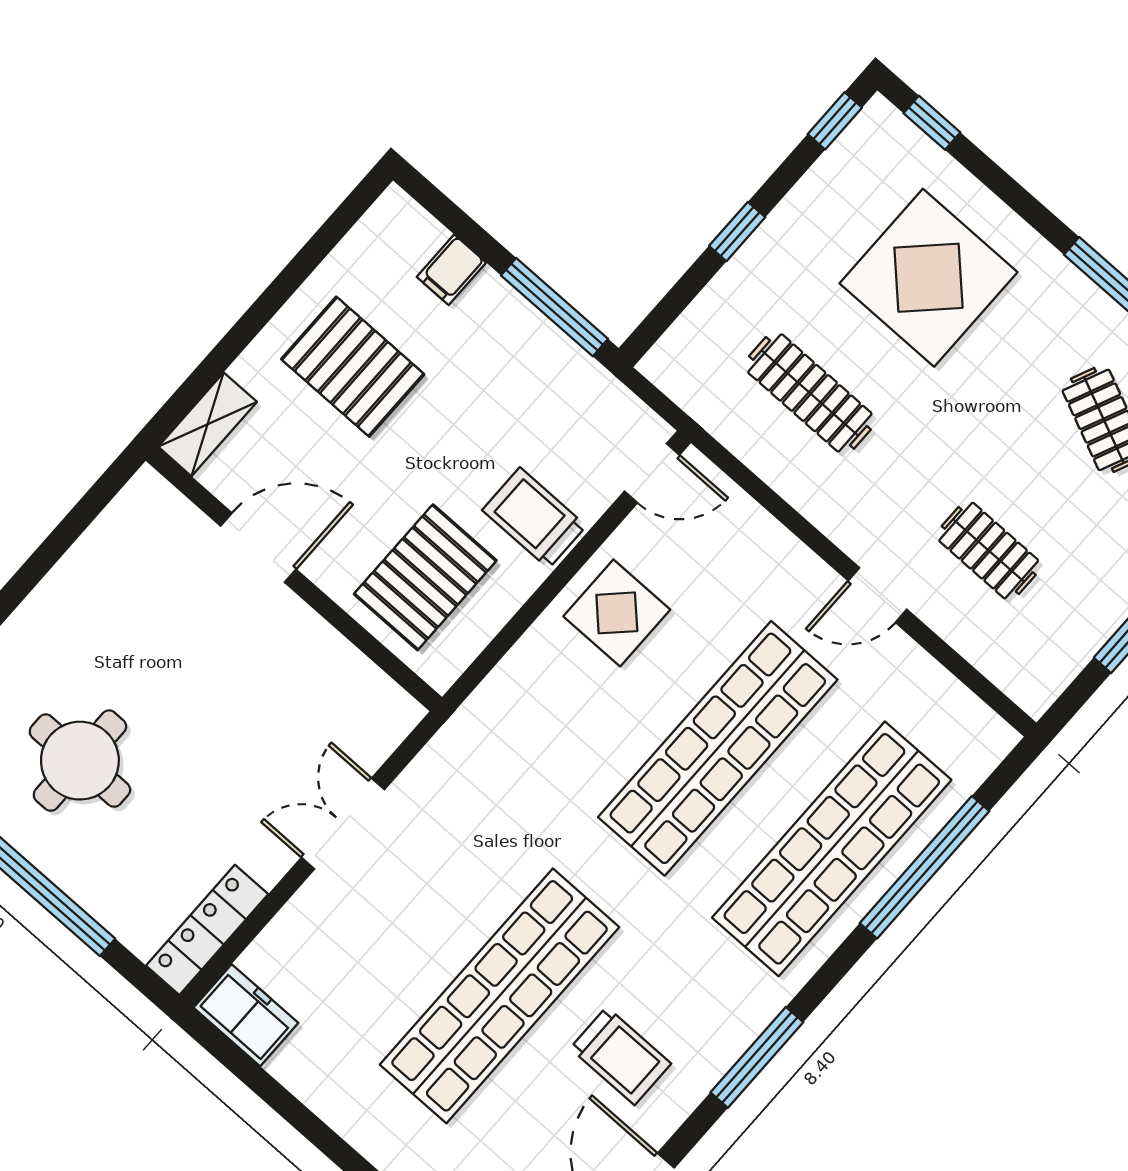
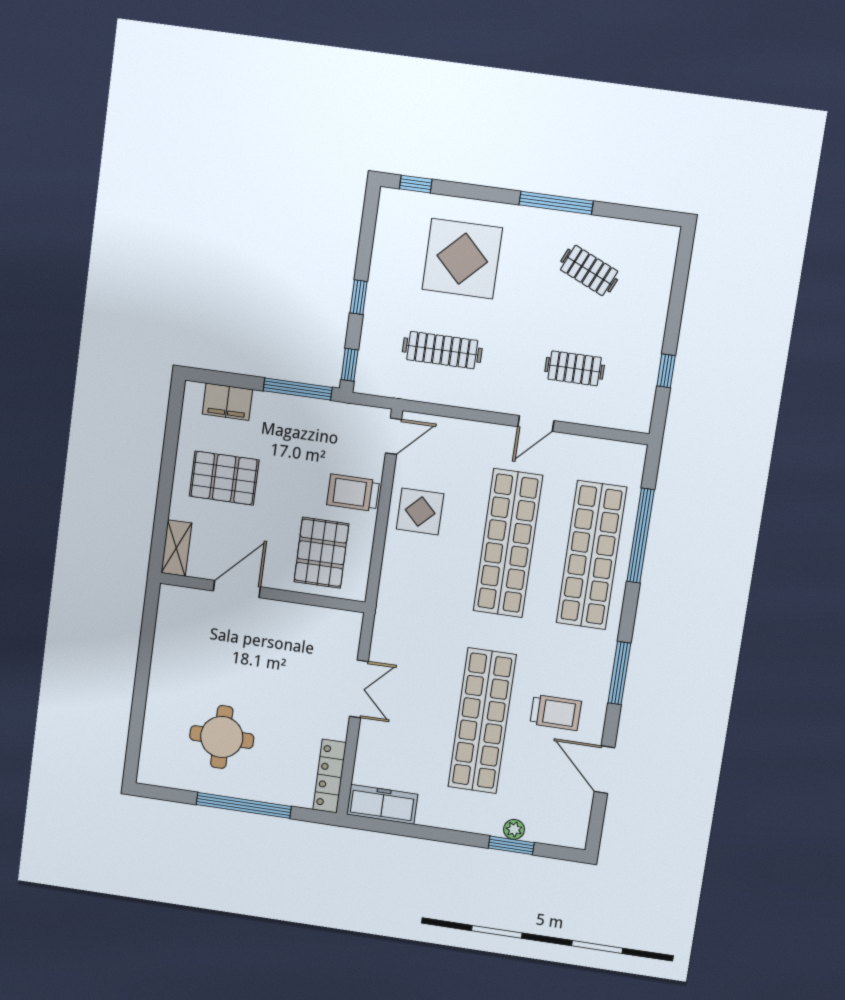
window: (835, 121) -> (350, 365), moved
filing cabinet: (451, 270) -> (227, 402), width x2.00
double door: (343, 824) -> (359, 689), swing flipped
freezer: (246, 1015) -> (382, 804), width x1.40

